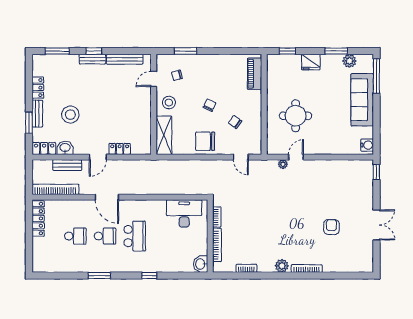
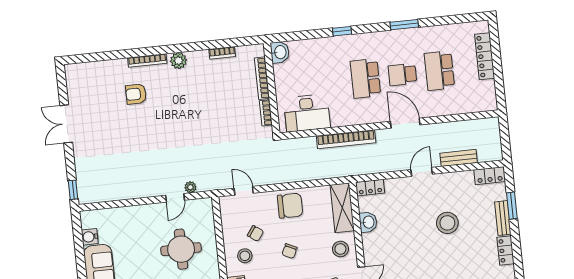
stool: (245, 105) -> (245, 256), added
stool: (70, 115) -> (447, 223), moved
water cooler: (367, 145) -> (90, 237), moved
washbasin: (65, 148) -> (368, 222), moved, turned -90
locker: (120, 149) -> (370, 188), moved
bookcase: (55, 189) -> (346, 139), moved
locker: (38, 218) -> (485, 56), moved
armchair: (331, 227) -> (136, 94), moved, turned 89
school desk: (75, 236) -> (439, 71), width x1.85

